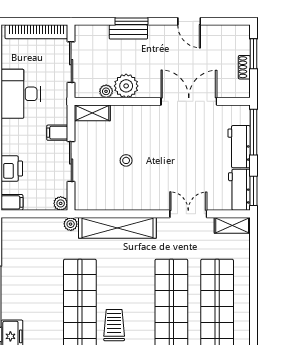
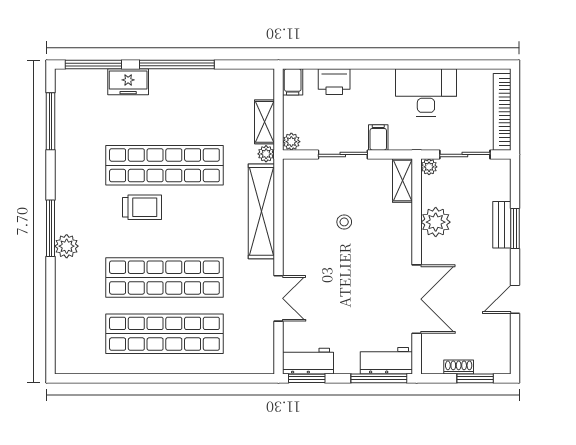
plant: (106, 91) -> (429, 167), moved
workbench: (239, 147) -> (386, 361), moved
shelving: (232, 225) -> (264, 122), moved

